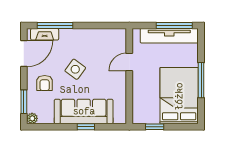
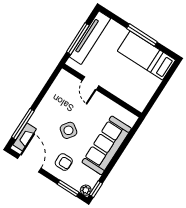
window: (174, 26) -> (78, 39), moved
bed: (179, 96) -> (146, 55), width x0.67
window: (86, 127) -> (96, 189), moved
window: (155, 127) -> (155, 96), removed

